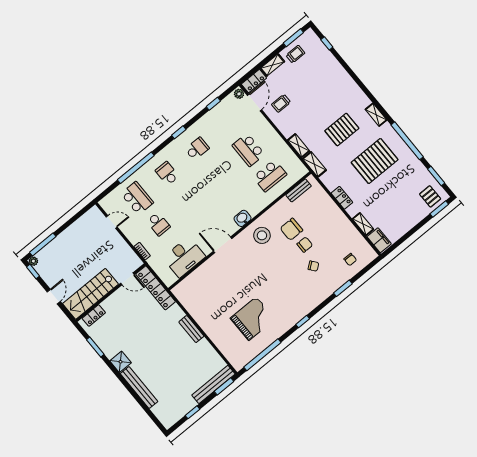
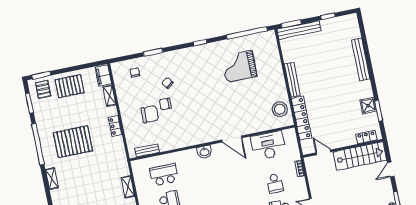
pallet: (342, 130) -> (70, 86), moved
shelving: (315, 164) -> (123, 165), removed
school desk: (158, 224) -> (275, 183), turned 180
chair: (291, 229) -> (150, 114), moved
stool: (262, 235) -> (280, 109), moved
locker: (156, 288) -> (302, 118), moved
bench: (191, 329) -> (292, 80), width x1.36
shower: (121, 362) -> (368, 106), moved

